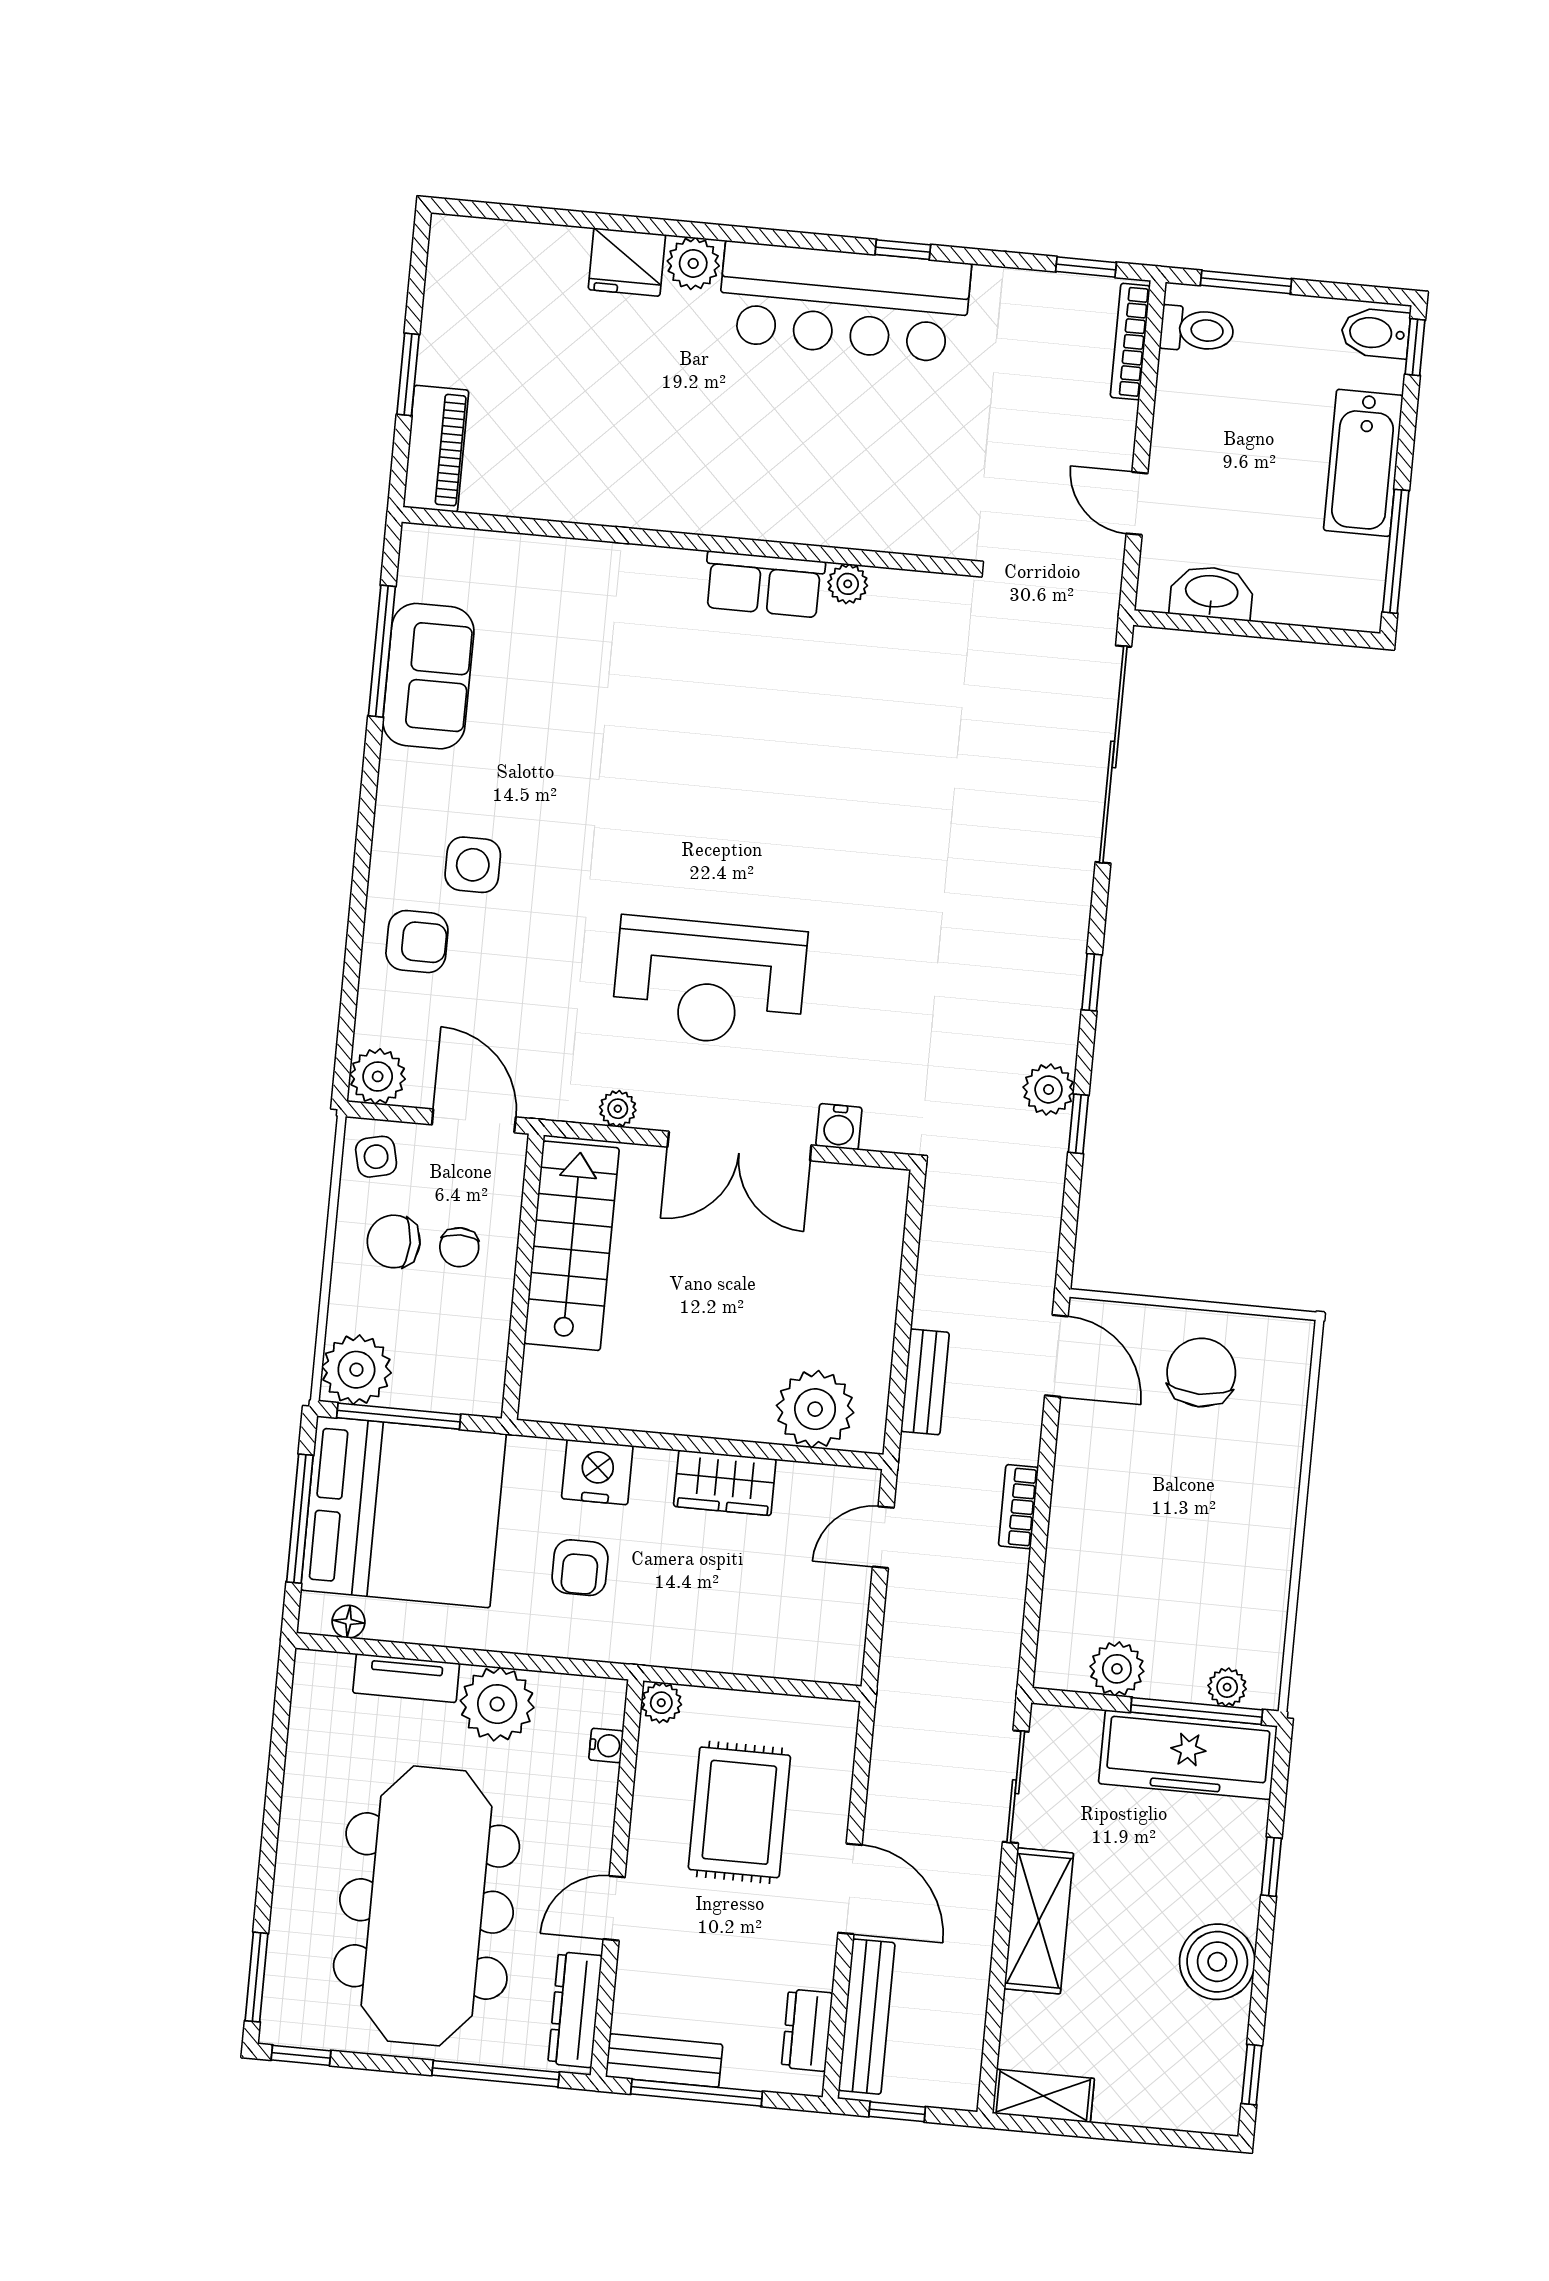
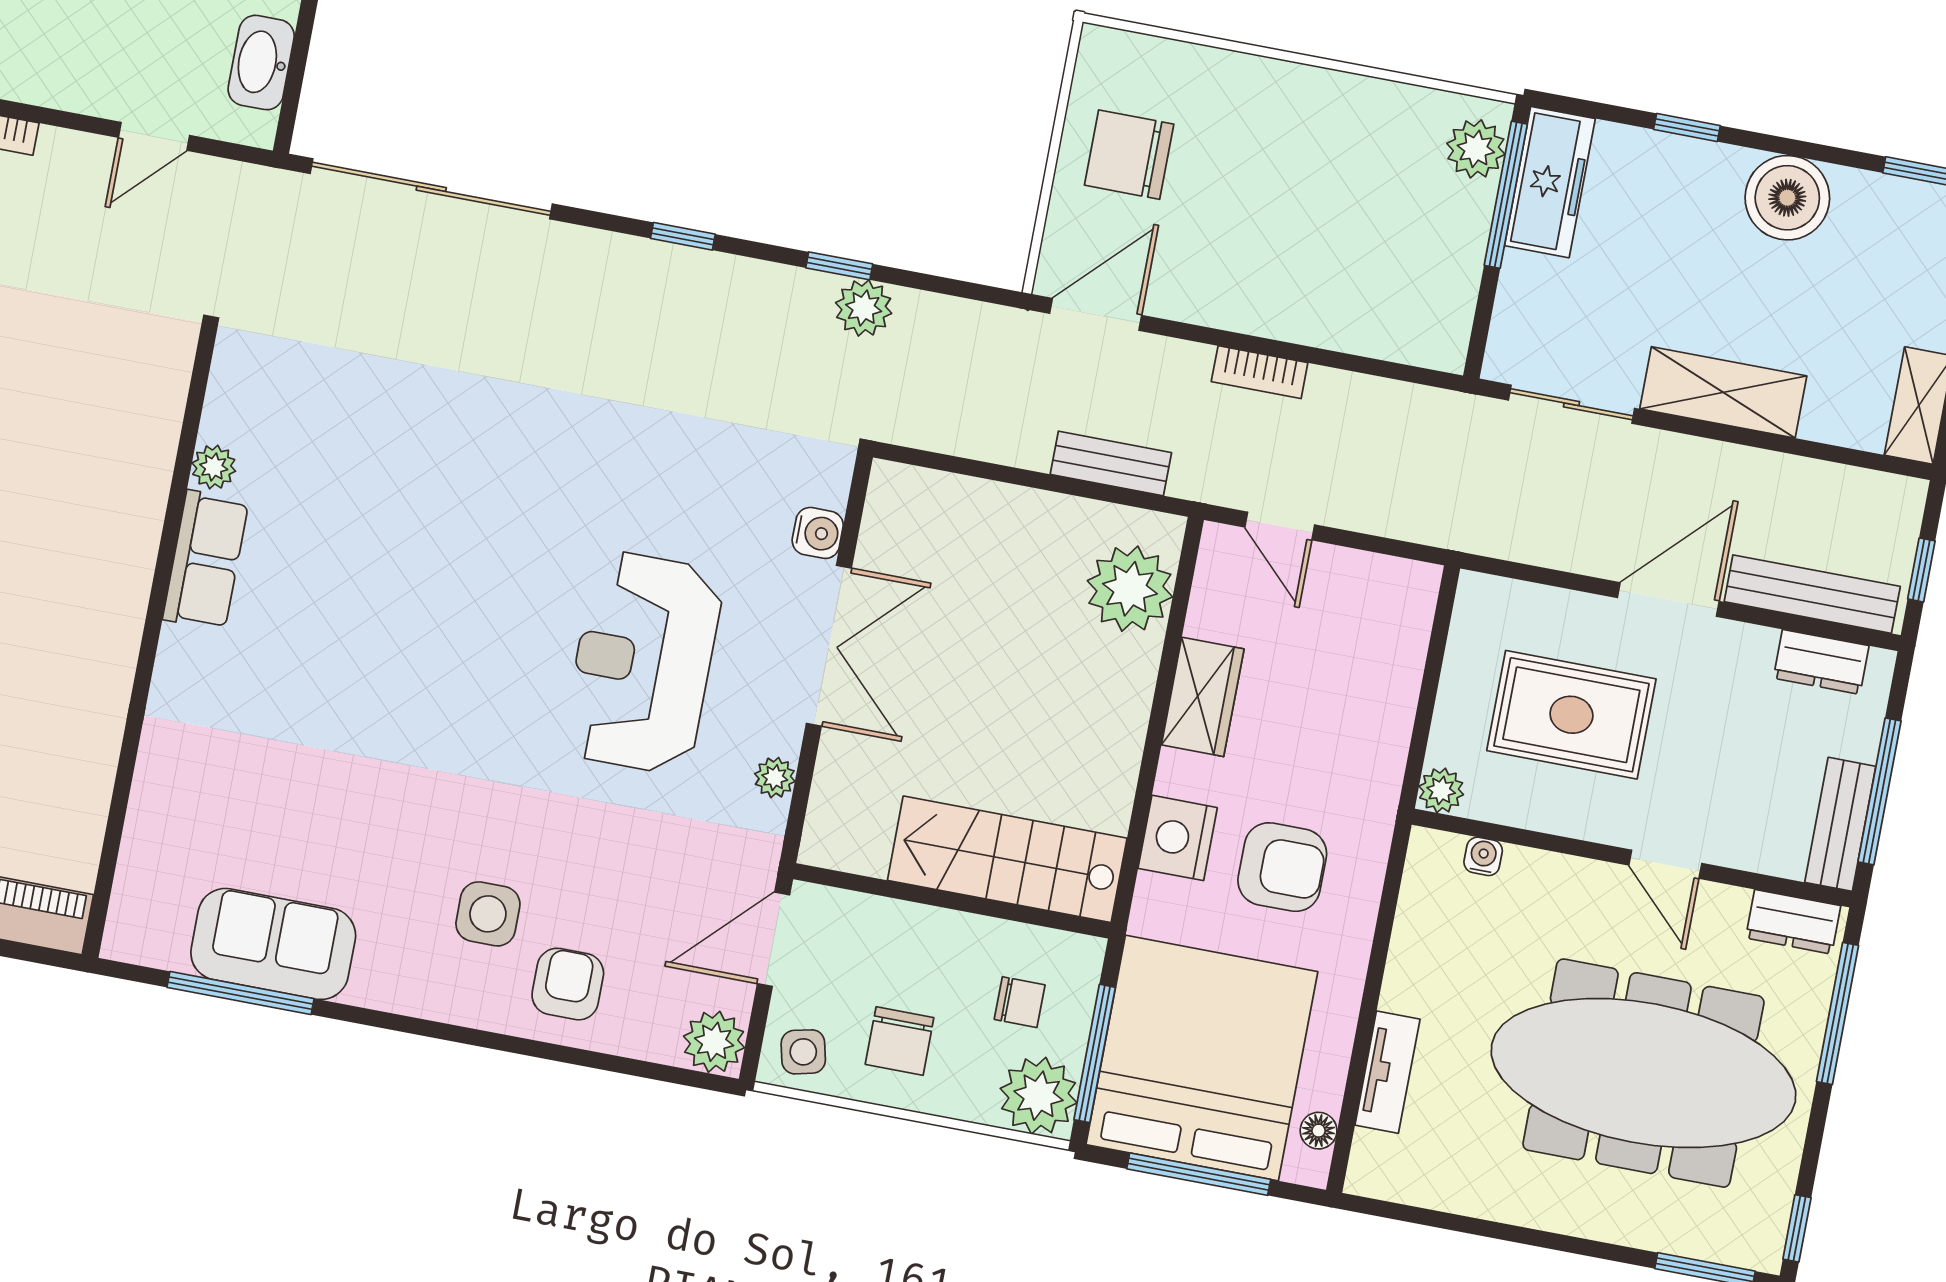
reception desk: (709, 982) -> (643, 662), turned 180
plant: (1049, 1089) -> (864, 308), moved
stairs: (571, 1246) -> (1007, 859), moved
chair: (459, 1247) -> (1020, 1002), moved
armchair: (580, 1568) -> (1282, 867), width x1.38, depth x1.38
plant: (1117, 1669) -> (1451, 279), removed
plant: (1227, 1687) -> (1476, 149), width x1.38, depth x1.38
plant: (497, 1704) -> (1426, 974), removed
freezer: (1188, 1755) -> (1550, 182), width x0.73, depth x0.79
dresser: (575, 2010) -> (1793, 922), width x0.70

